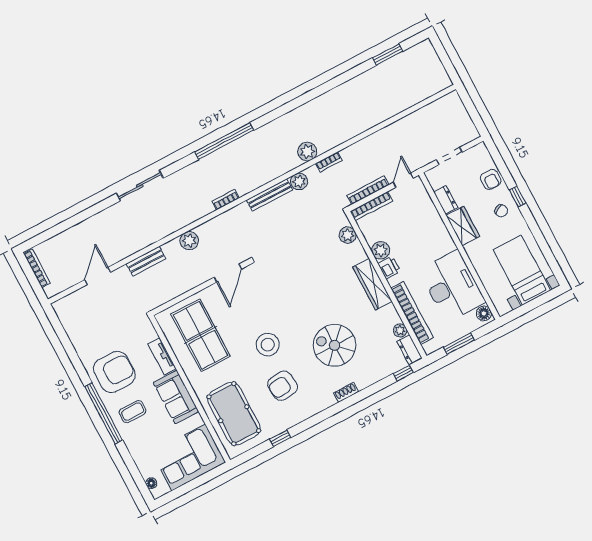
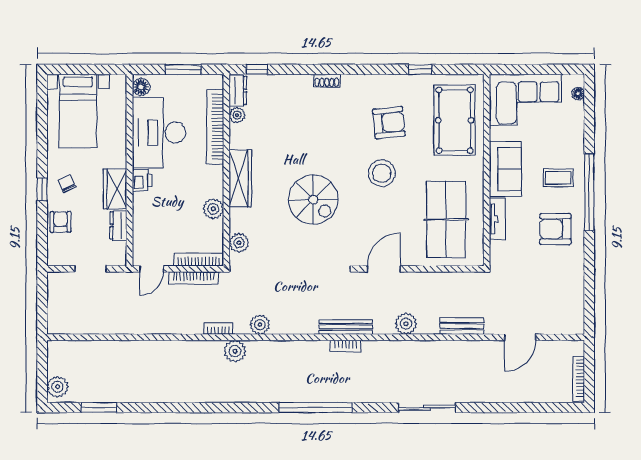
plant: (427, 54) -> (58, 387), added
bench: (270, 195) -> (346, 327), moved
printer: (389, 268) -> (142, 180), moved, turned 180
spiral stairs: (335, 345) -> (313, 200), moved
armchair: (114, 372) -> (555, 229), width x0.73, depth x0.73

